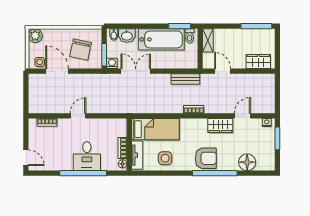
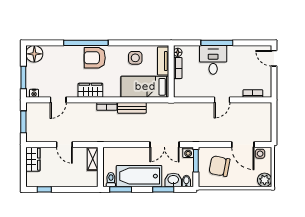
window: (137, 26) -> (163, 189), added
window: (256, 26) -> (44, 189), width x0.46
shelving: (208, 40) -> (93, 159), moved
chair: (81, 49) -> (219, 166), turned -91
wardrobe: (258, 62) -> (33, 159), moved, turned -90
door: (223, 71) -> (64, 145), moved
bench: (185, 79) -> (132, 108), moved
window: (277, 94) -> (23, 122), added
wardrobe: (220, 126) -> (90, 90), moved
floor lamp: (247, 162) -> (34, 54), moved
window: (83, 173) -> (217, 43), width x0.68

